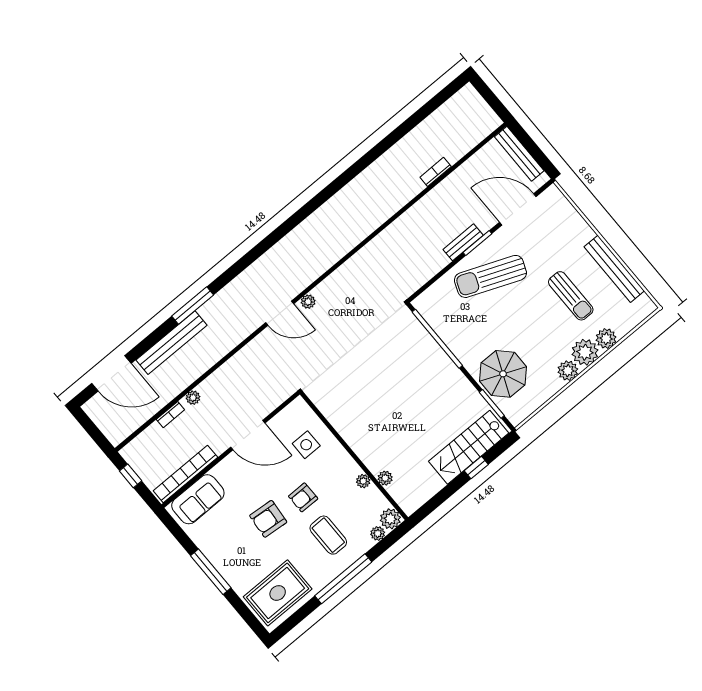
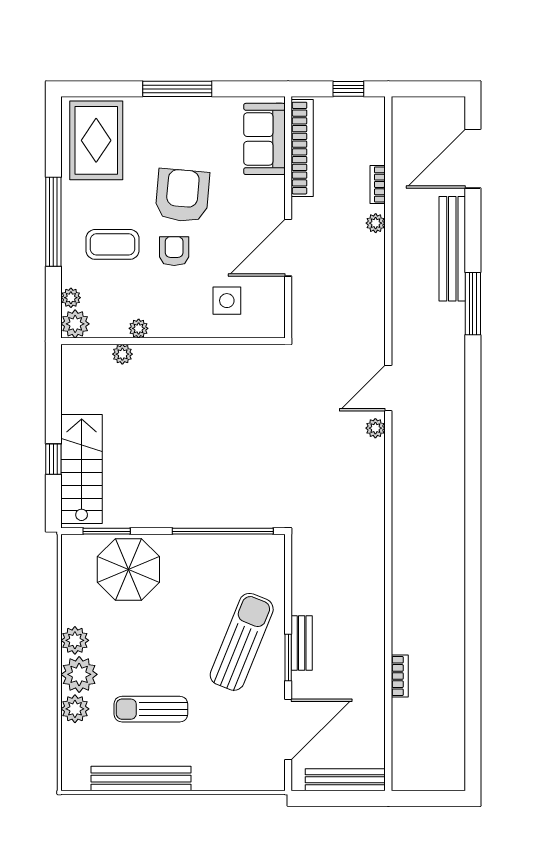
armchair: (268, 519) -> (182, 196), width x1.36, depth x1.36

